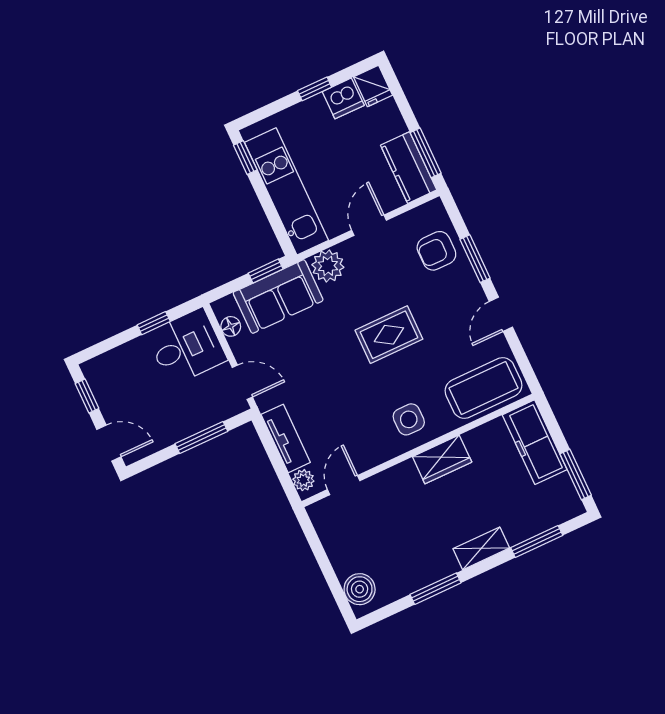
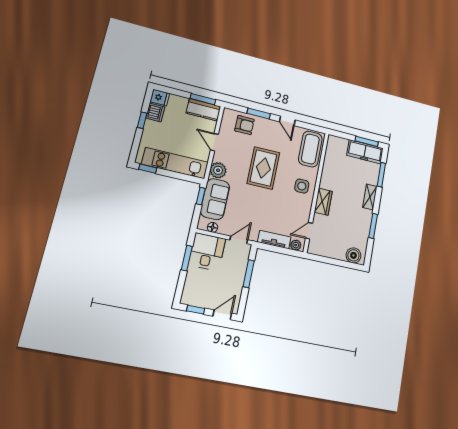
armchair: (436, 251) -> (244, 125), turned -90
window: (154, 323) -> (187, 258), width x1.50
rug: (389, 335) -> (263, 168), width x1.36, depth x1.43
freezer: (535, 442) -> (365, 152), moved
wardrobe: (442, 459) -> (323, 202), moved
door: (344, 485) -> (309, 231), hinge flipped

